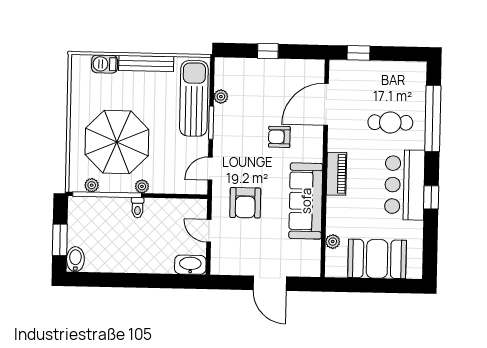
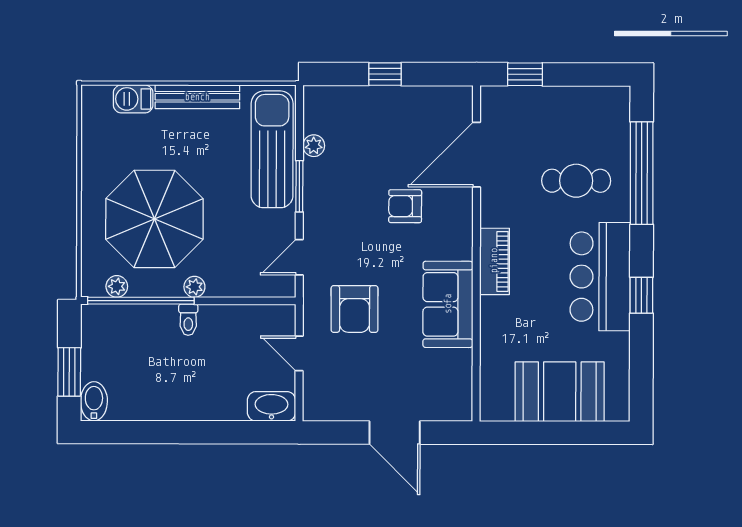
sofa: (306, 201) -> (448, 304), width x0.73
plant: (333, 242) -> (491, 366), removed

